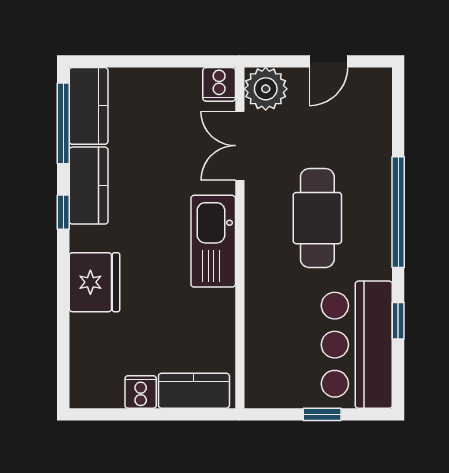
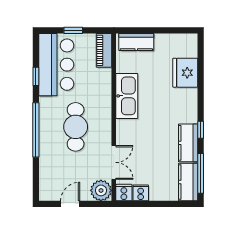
kitchen sink: (213, 241) -> (127, 96), moved
fridge: (94, 282) -> (185, 73), moved
piano: (260, 374) -> (104, 50), added
cooker: (141, 392) -> (141, 193), moved, turned 180

